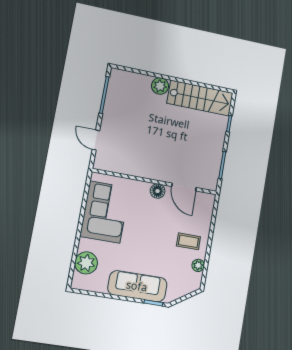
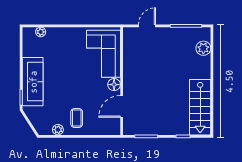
plant: (160, 86) -> (203, 48), moved
corner sofa: (105, 212) -> (103, 54), moved, turned 90
plant: (86, 263) -> (41, 32), width x0.53, depth x0.53

